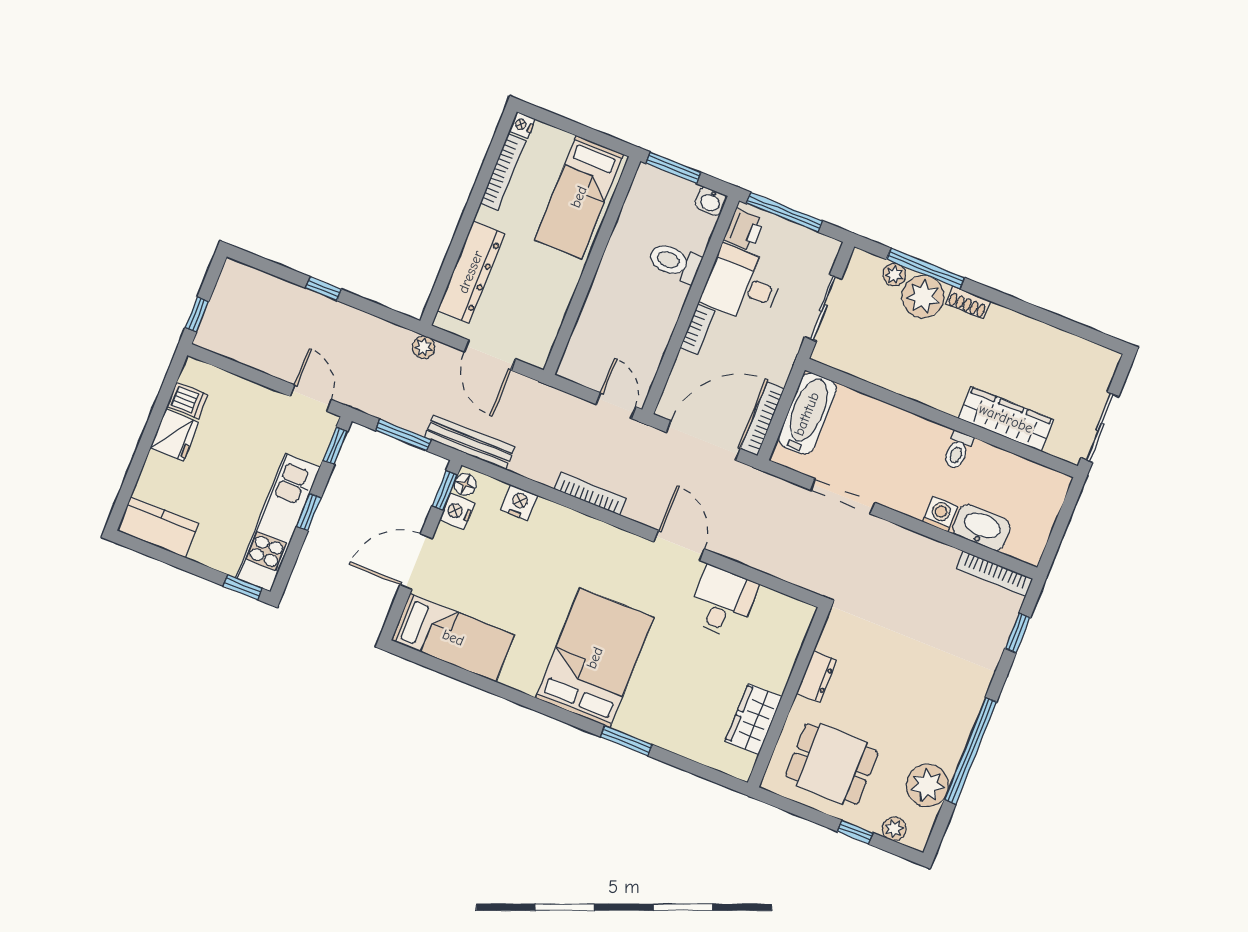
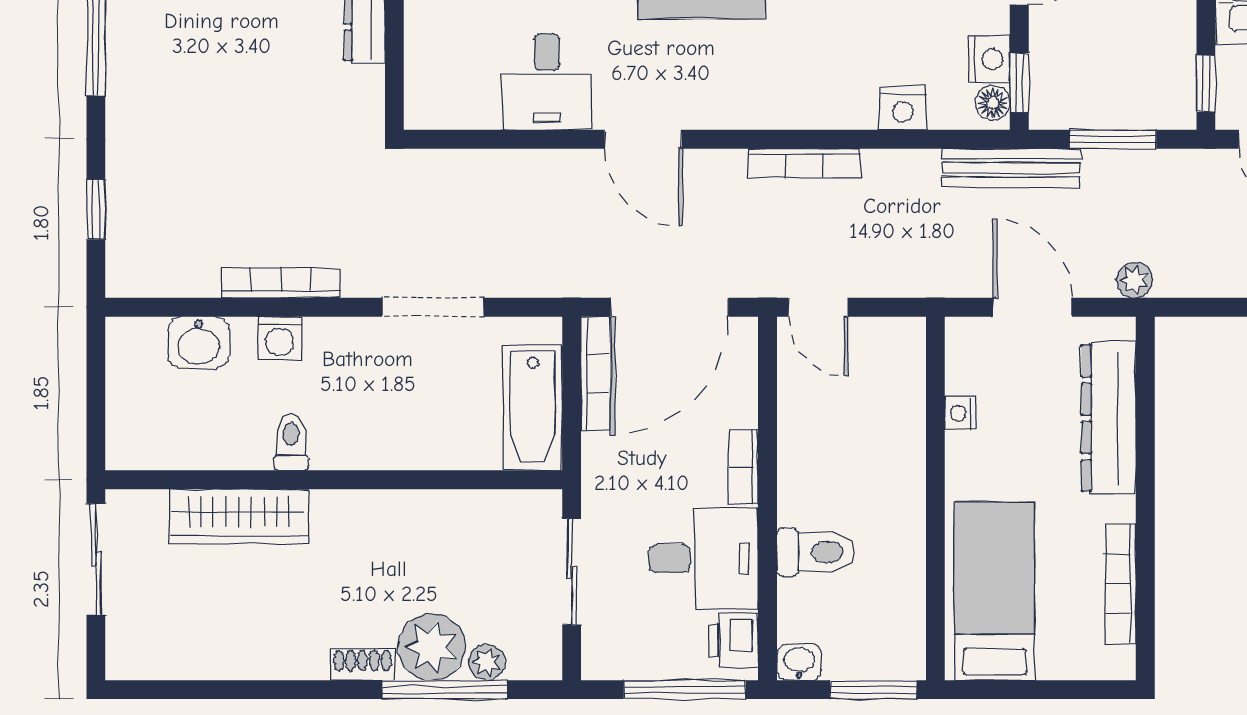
nightstand: (522, 125) -> (960, 413), moved, turned 180
washbasin: (982, 528) -> (199, 343), width x0.72
bookcase: (994, 574) -> (281, 283), moved

